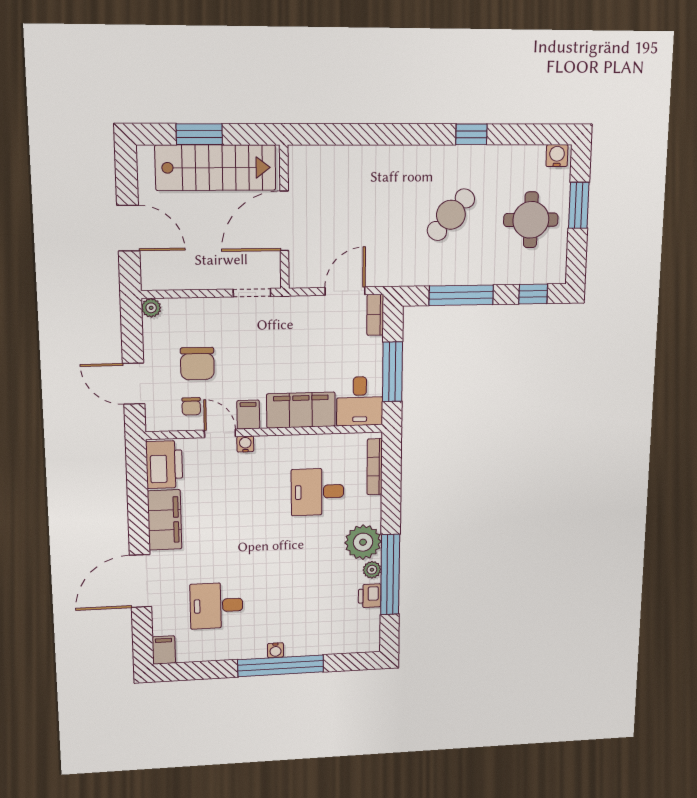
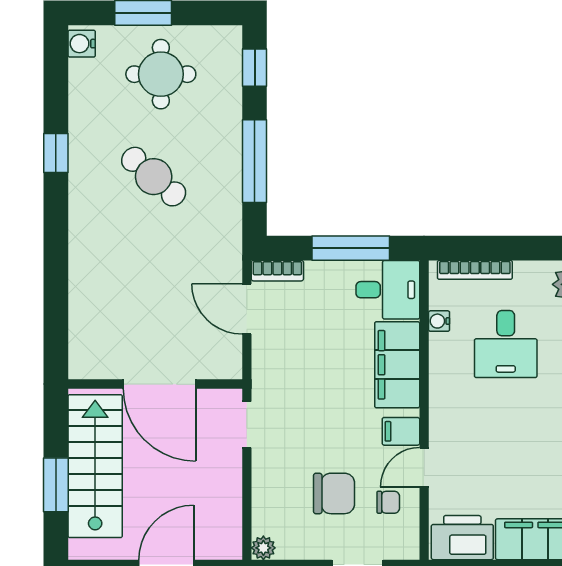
water cooler: (245, 444) -> (439, 321), moved

